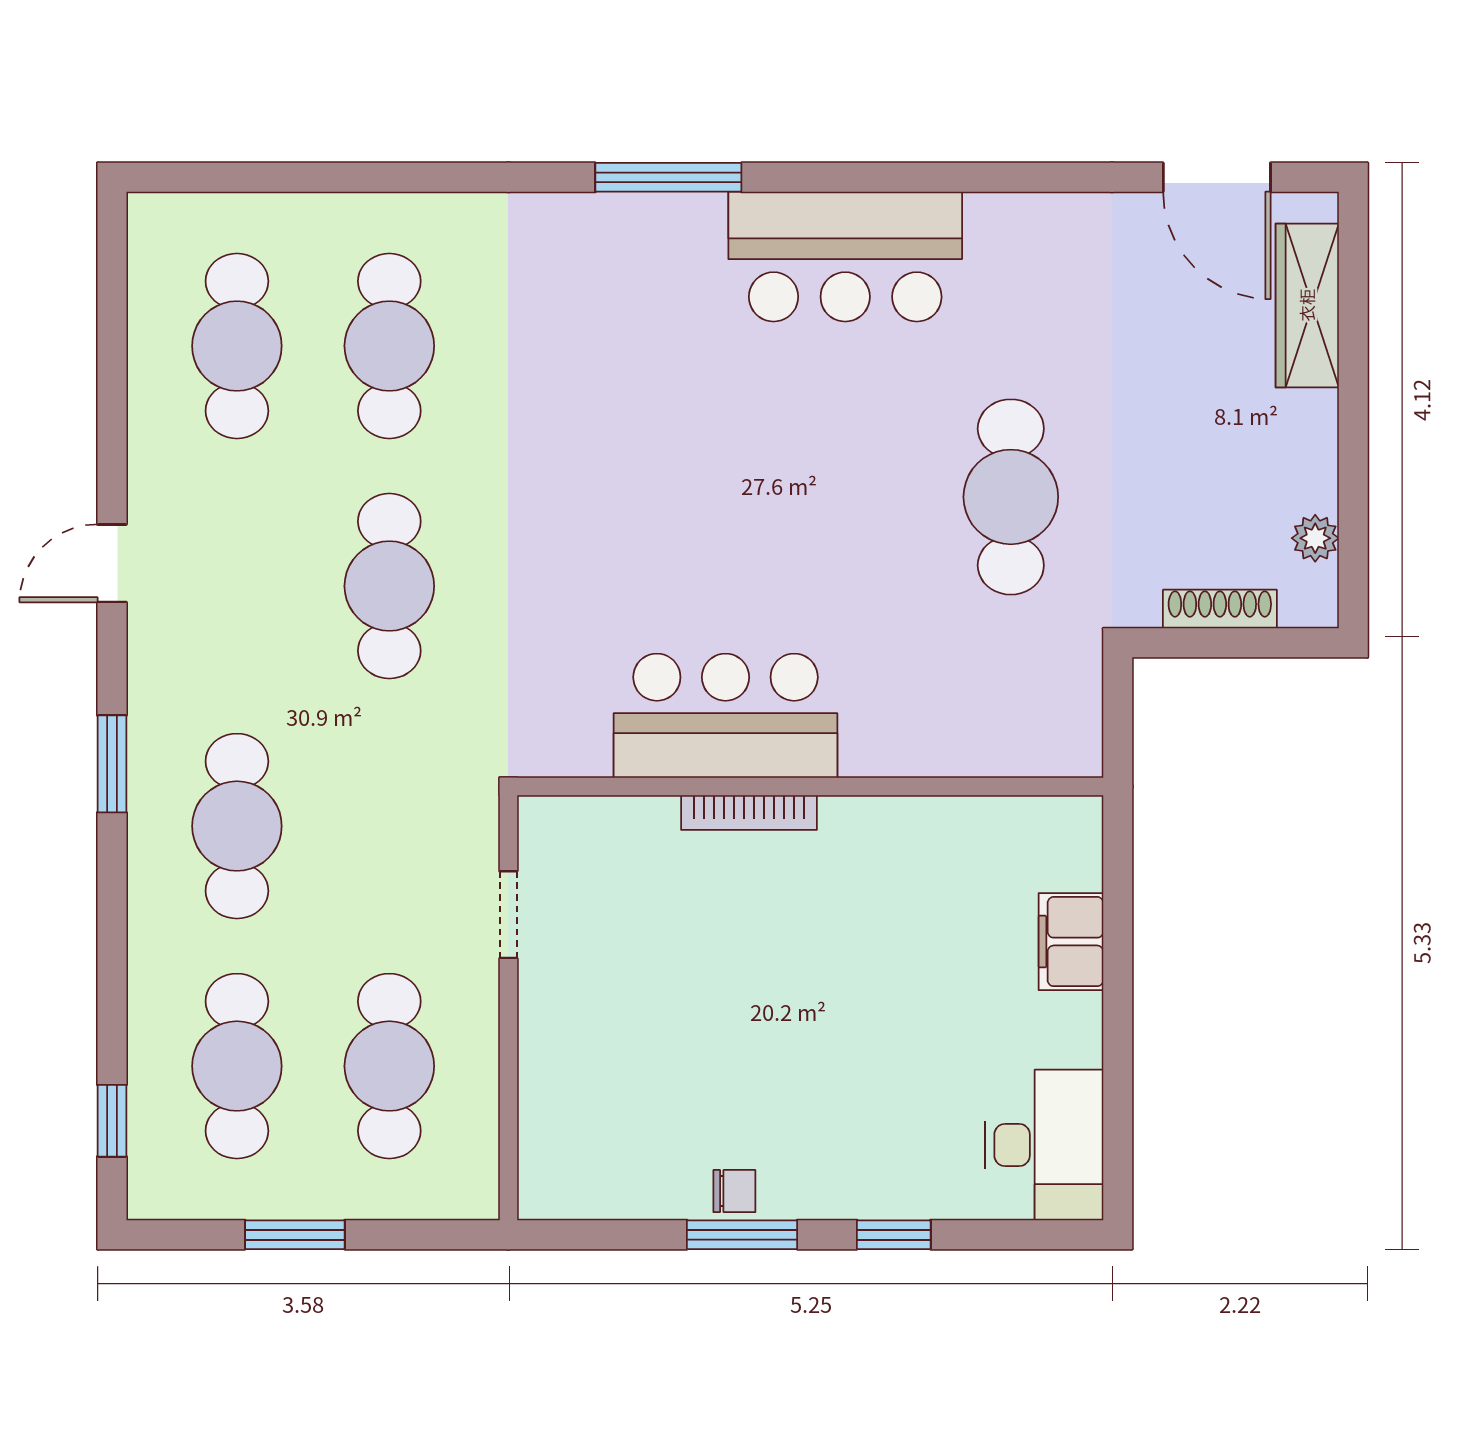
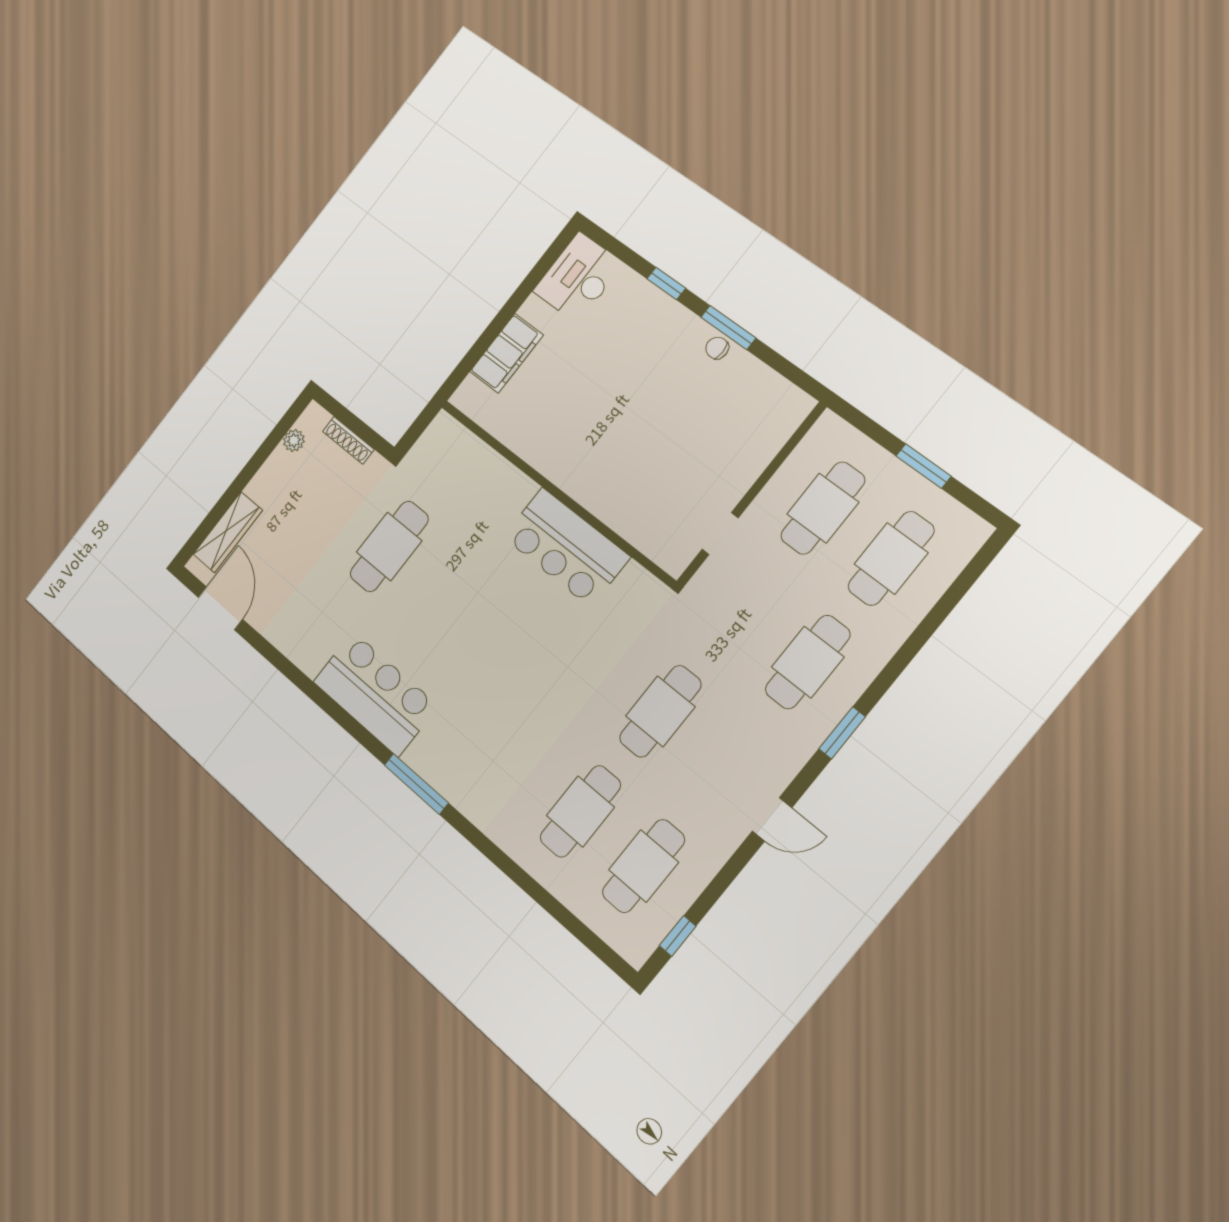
bookcase: (749, 812) -> (588, 500), removed
filing cabinet: (1071, 942) -> (506, 353), width x1.50, depth x1.17
window: (112, 1121) -> (678, 936), moved

